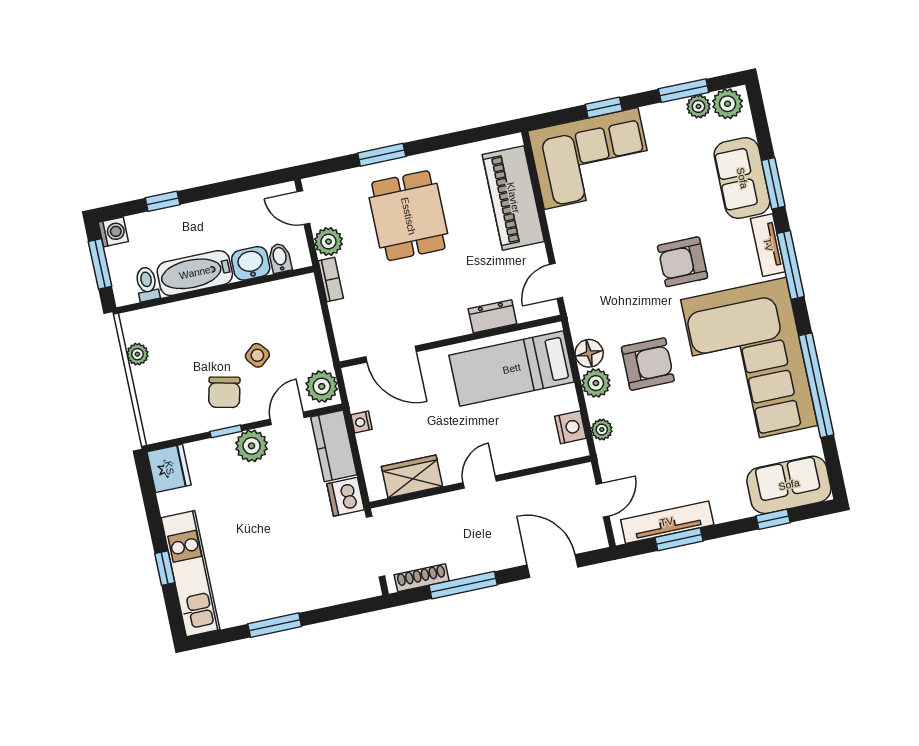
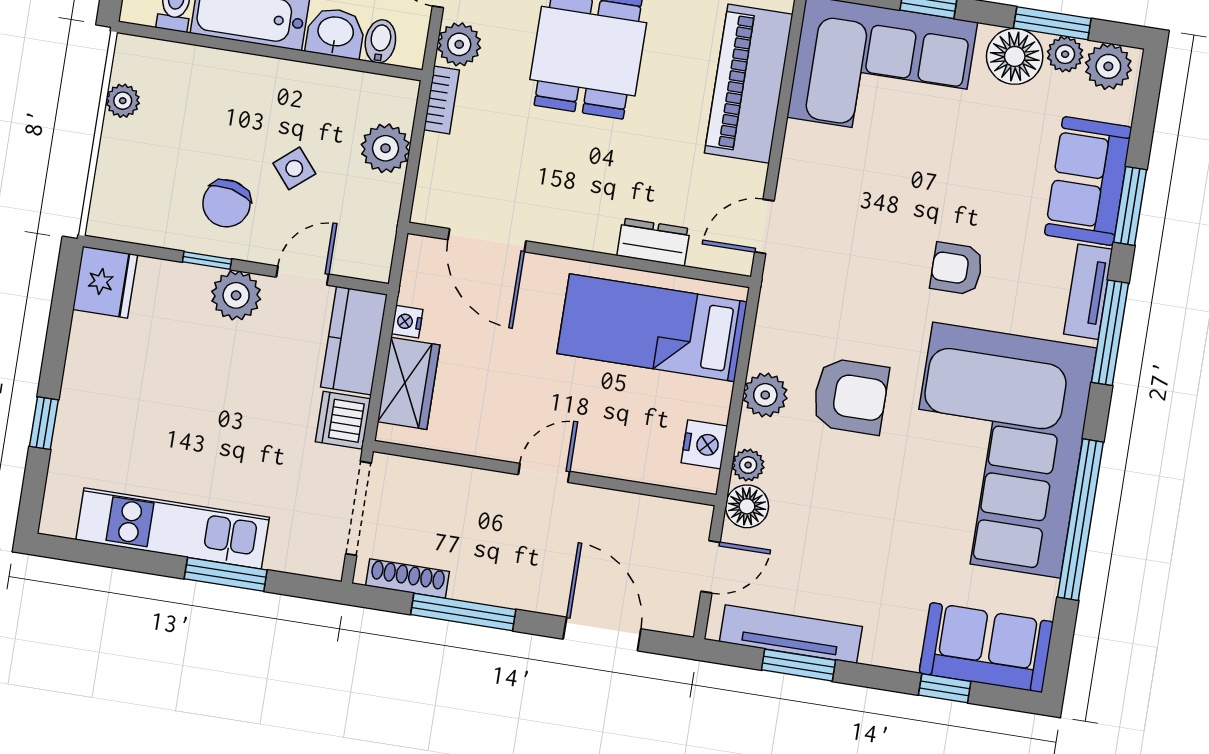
floor lamp: (668, 120) -> (1015, 56), added
armchair: (683, 262) -> (957, 269), width x0.72, depth x0.72
floor lamp: (589, 353) -> (747, 506), moved
plant: (322, 386) -> (385, 148), moved
wardrobe: (412, 476) -> (409, 383), moved, turned 90
kitchen unit: (191, 574) -> (173, 528), moved, turned -90
window: (275, 625) -> (226, 574), moved

